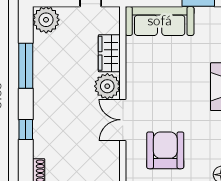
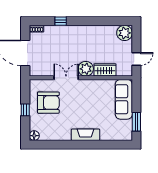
window: (26, 66) -> (98, 21), removed

